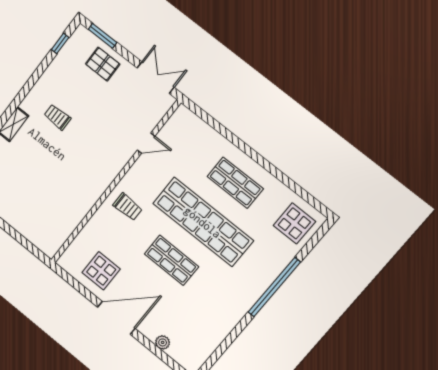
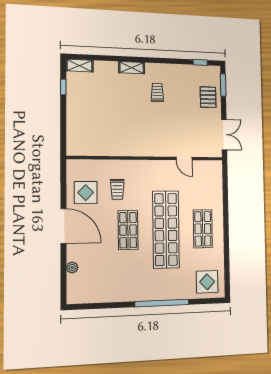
trolley: (128, 207) -> (117, 189), moved

